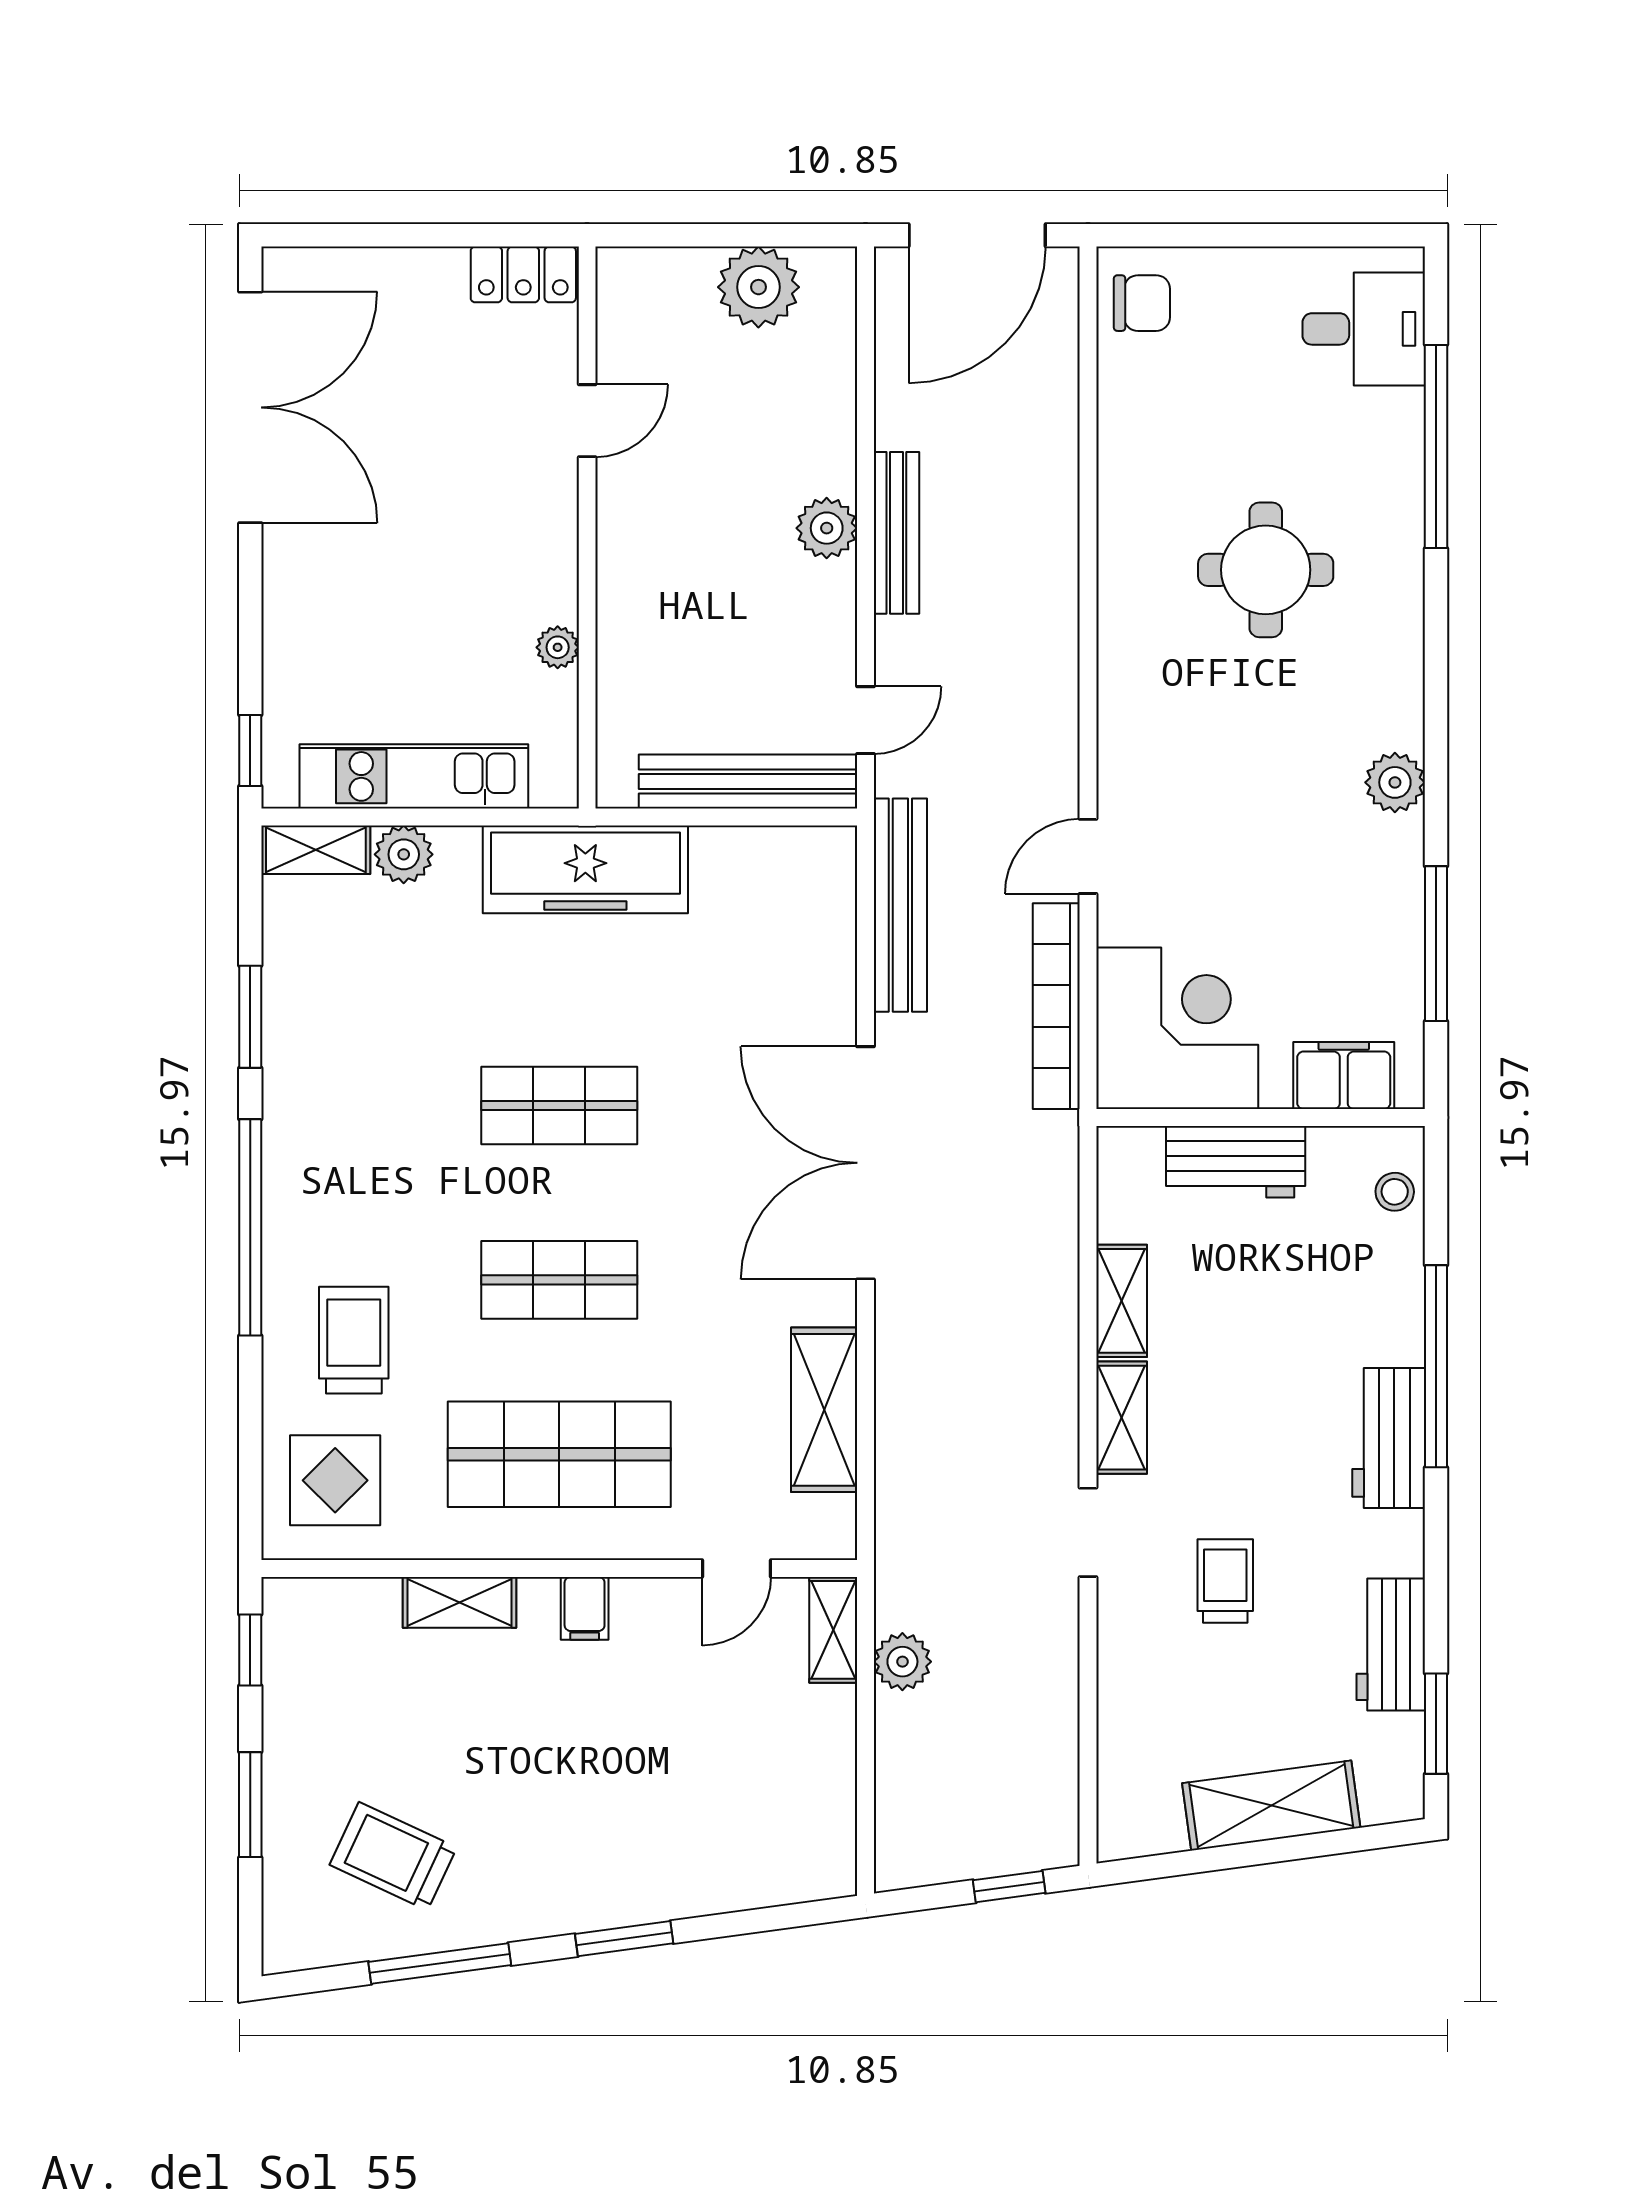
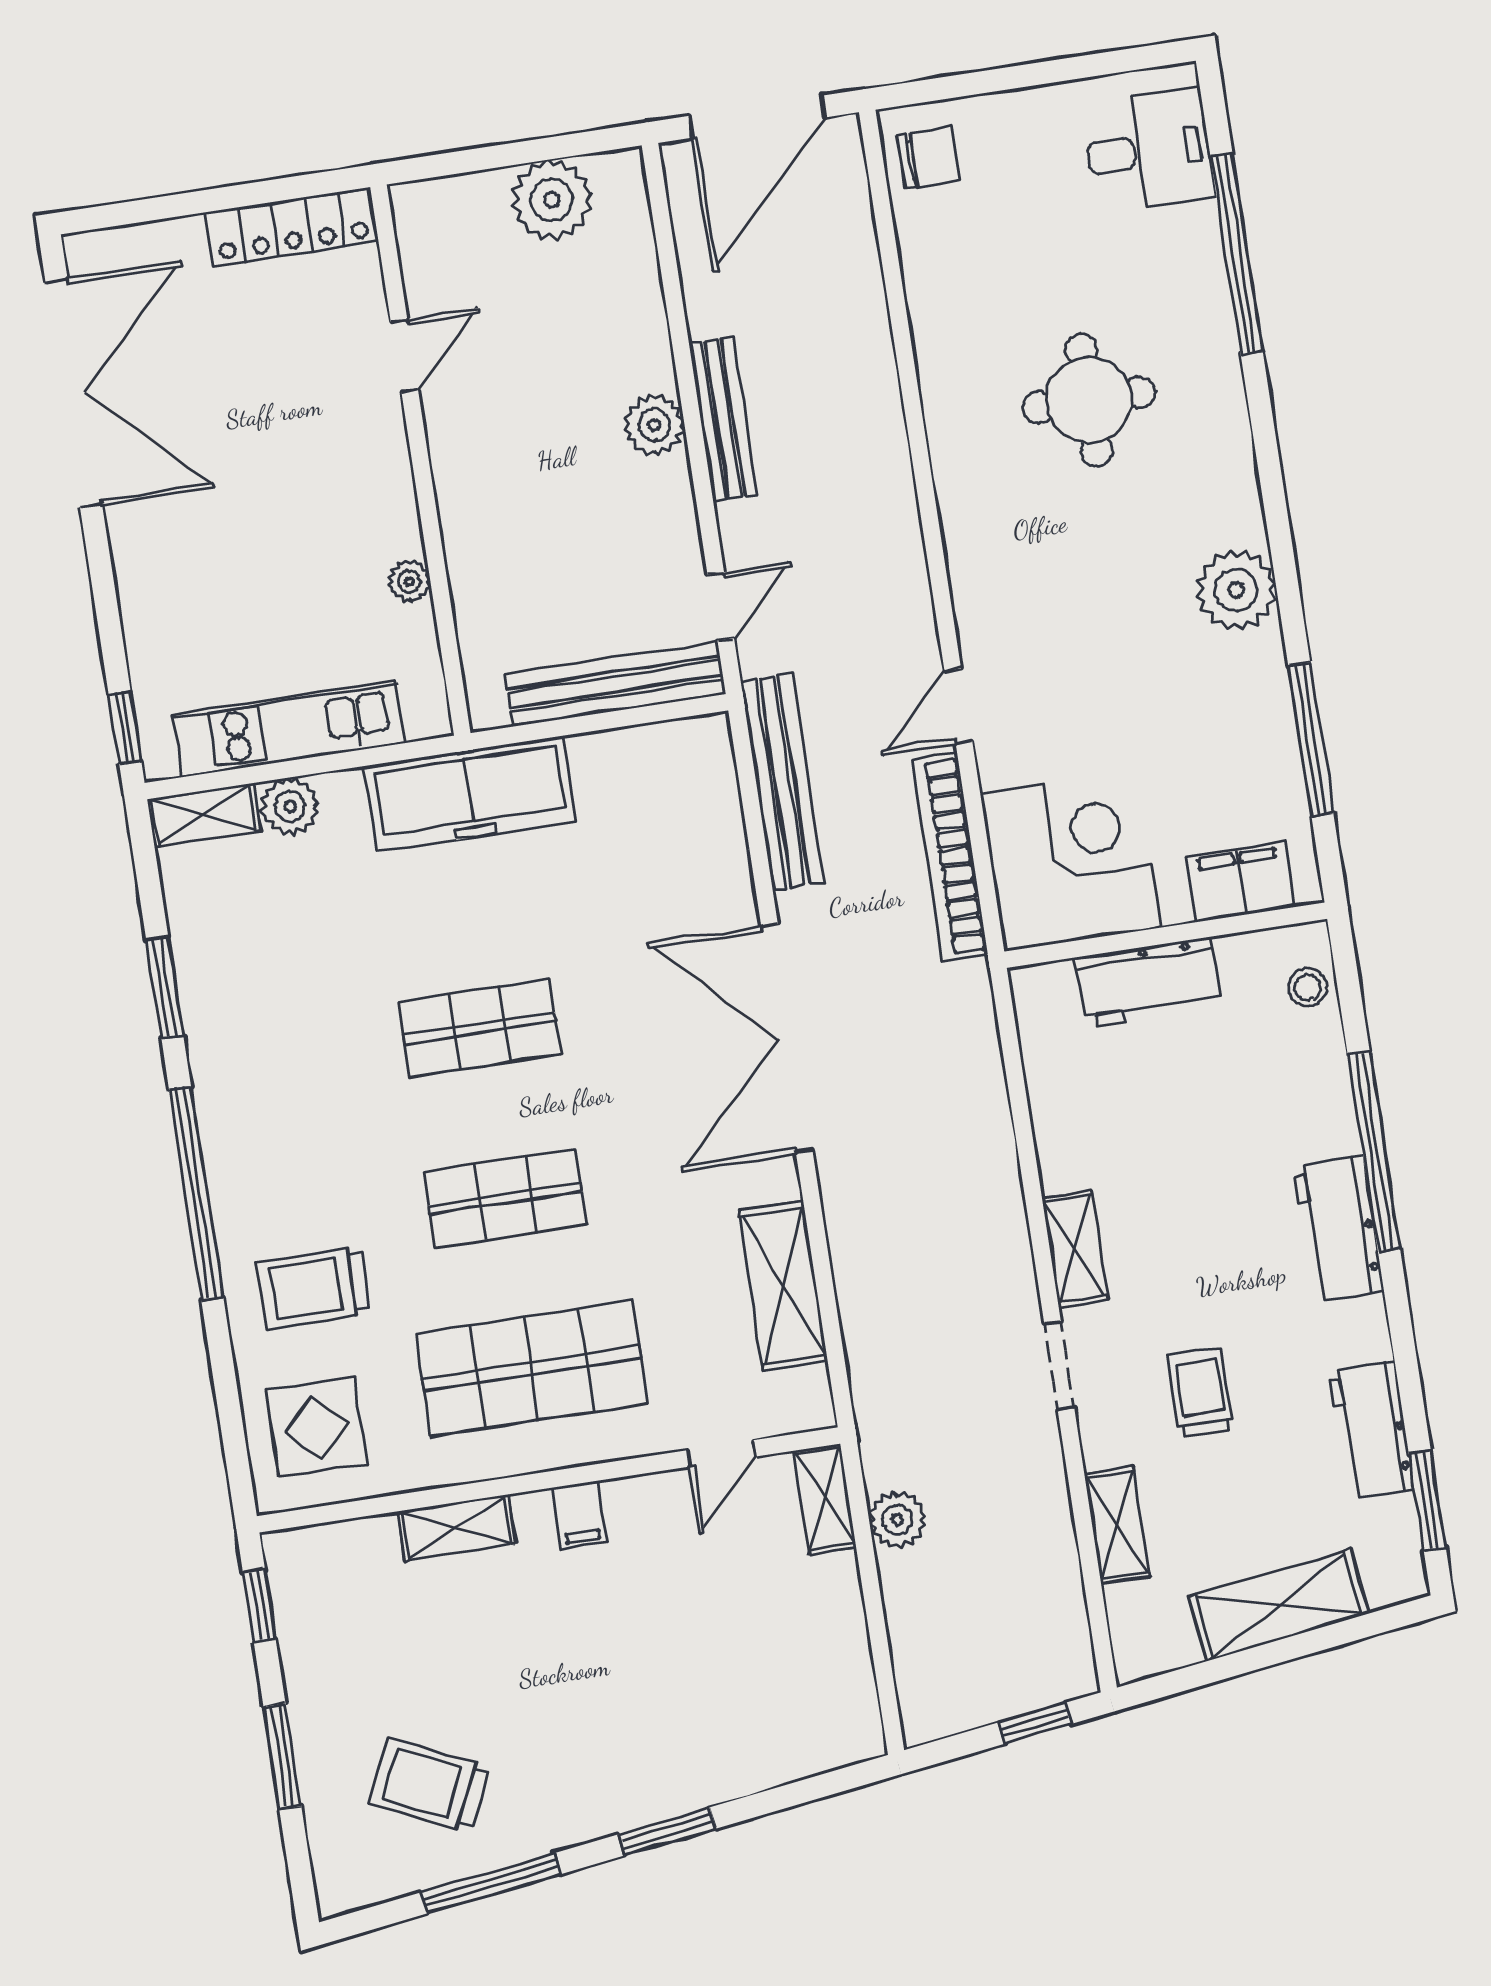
locker: (523, 274) -> (292, 227), width x1.53
plant: (1395, 782) -> (1236, 590), width x1.36, depth x1.36
shelving: (1122, 1301) -> (1117, 1525), moved
trolley: (354, 1340) -> (314, 1288), turned -90

